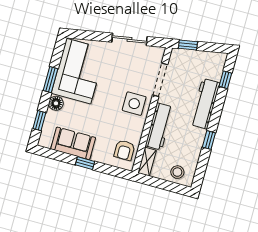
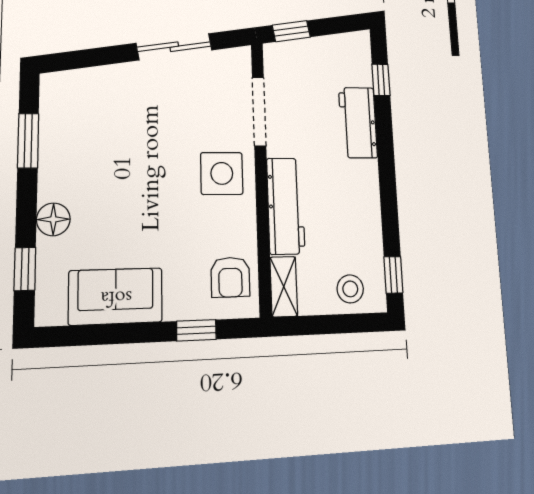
corner sofa: (78, 71) -> (85, 137), removed
window: (51, 80) -> (28, 141), moved
workbench: (205, 104) -> (358, 123), width x0.73
window: (209, 140) -> (393, 275), moved
window: (85, 163) -> (196, 330), moved

